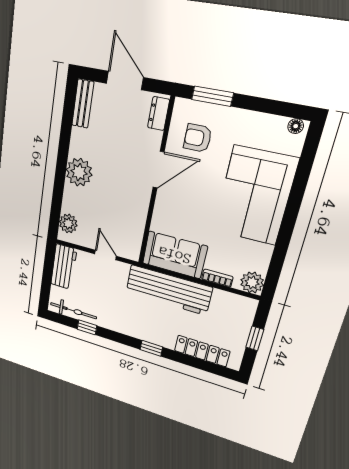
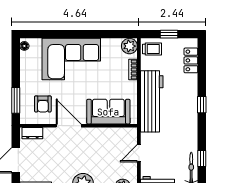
sofa: (174, 255) -> (108, 112), moved, turned 90
trolley: (240, 311) -> (152, 49), added
locker: (202, 351) -> (191, 60), width x0.66

